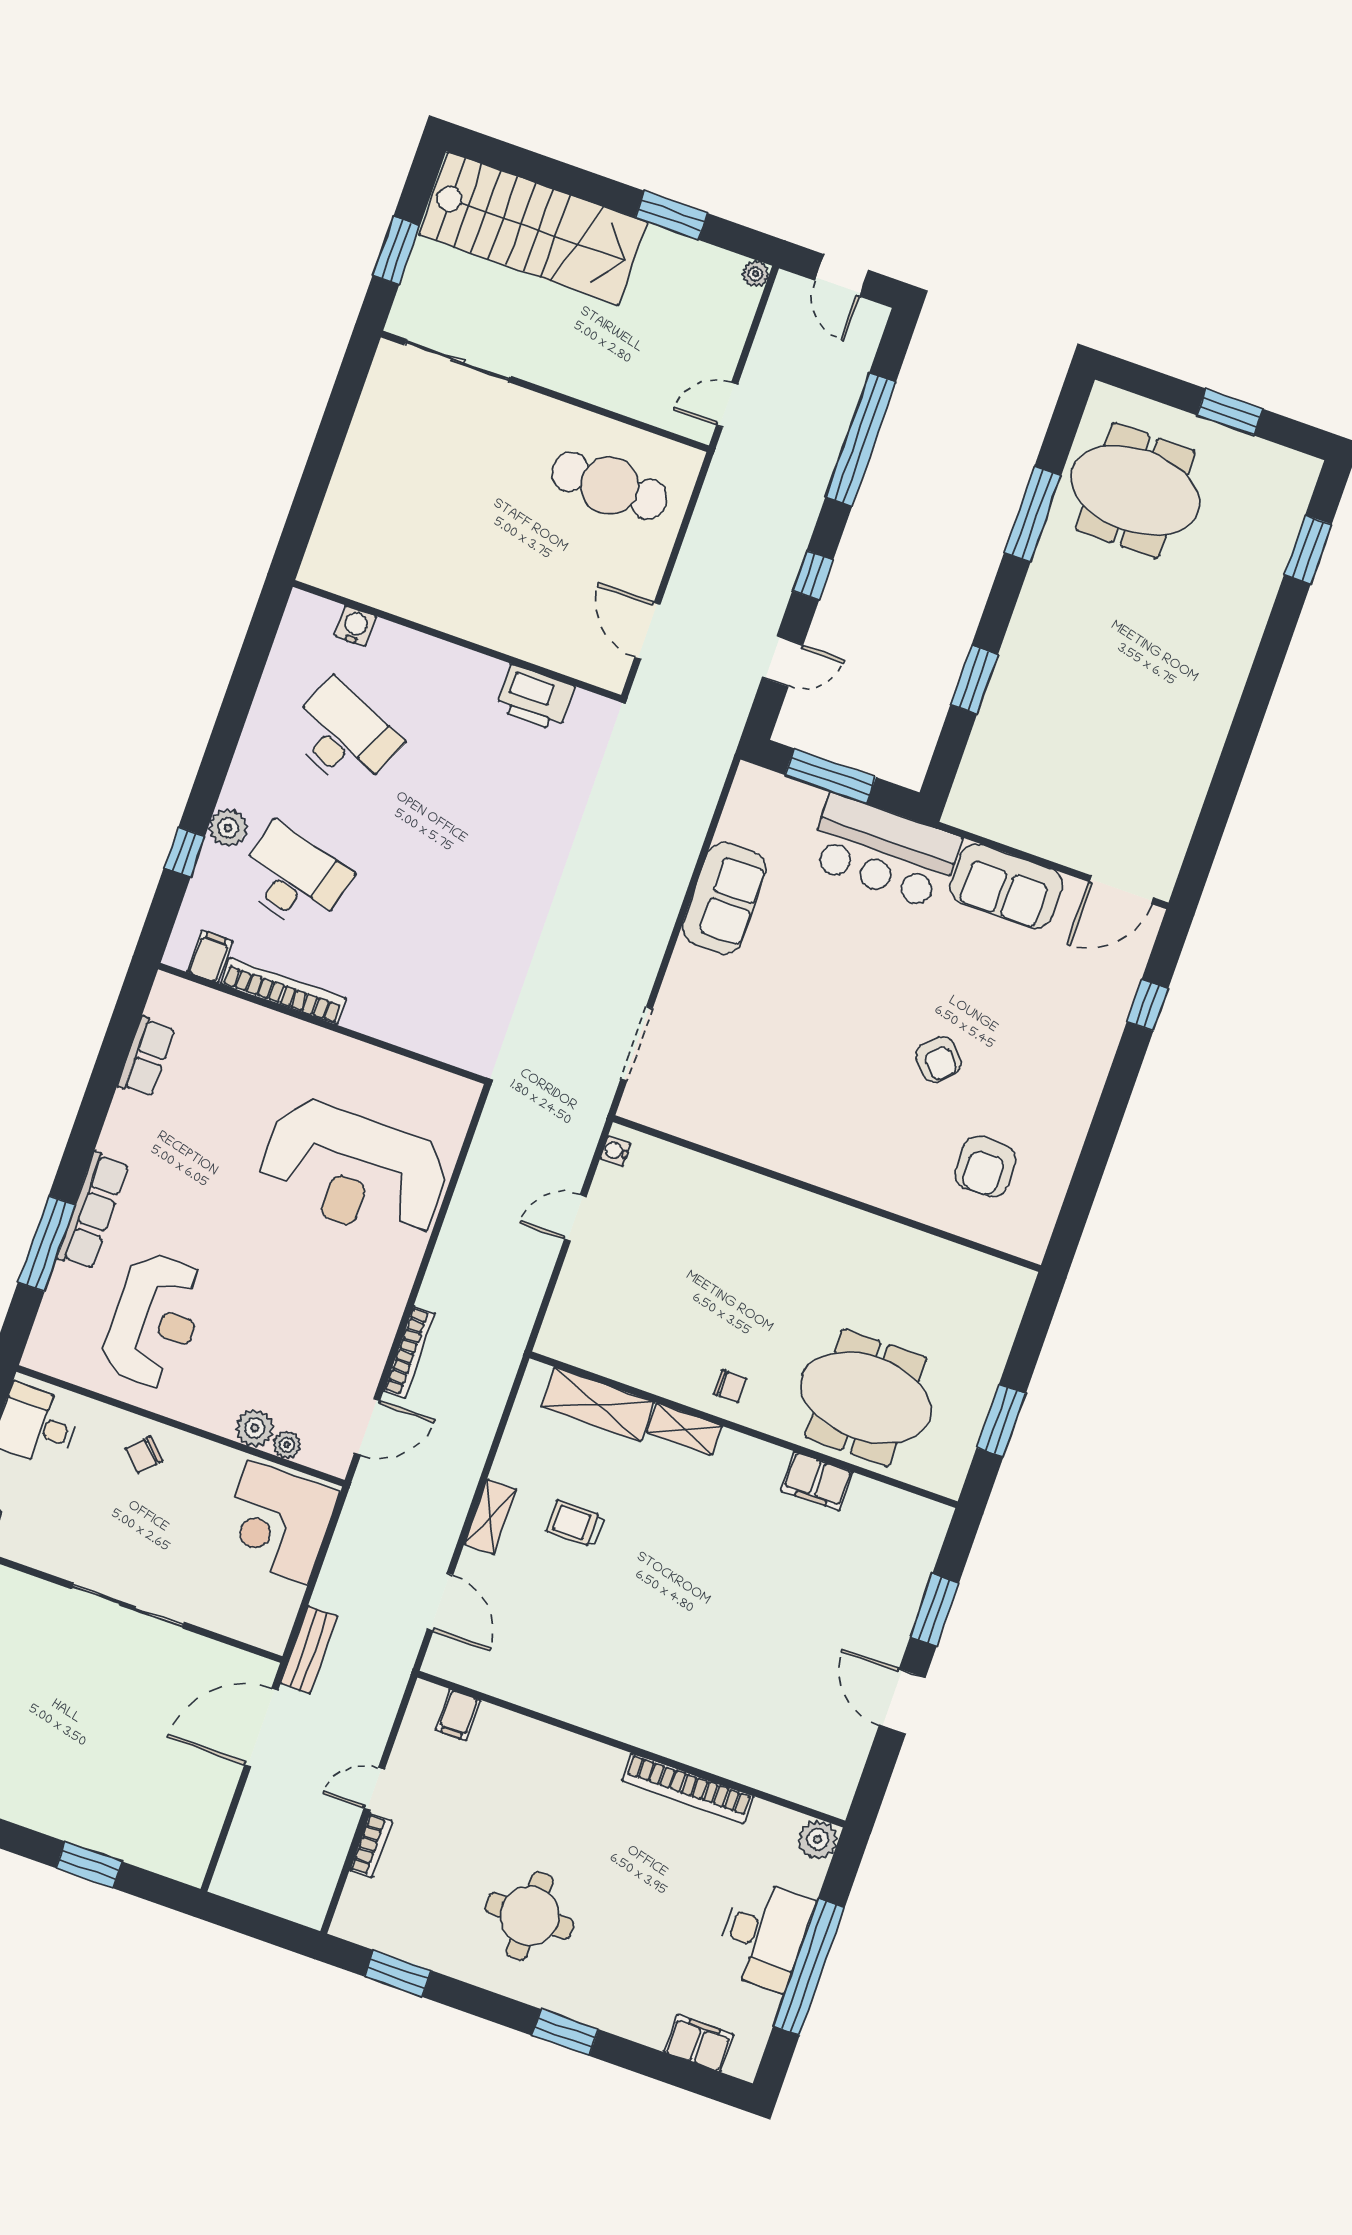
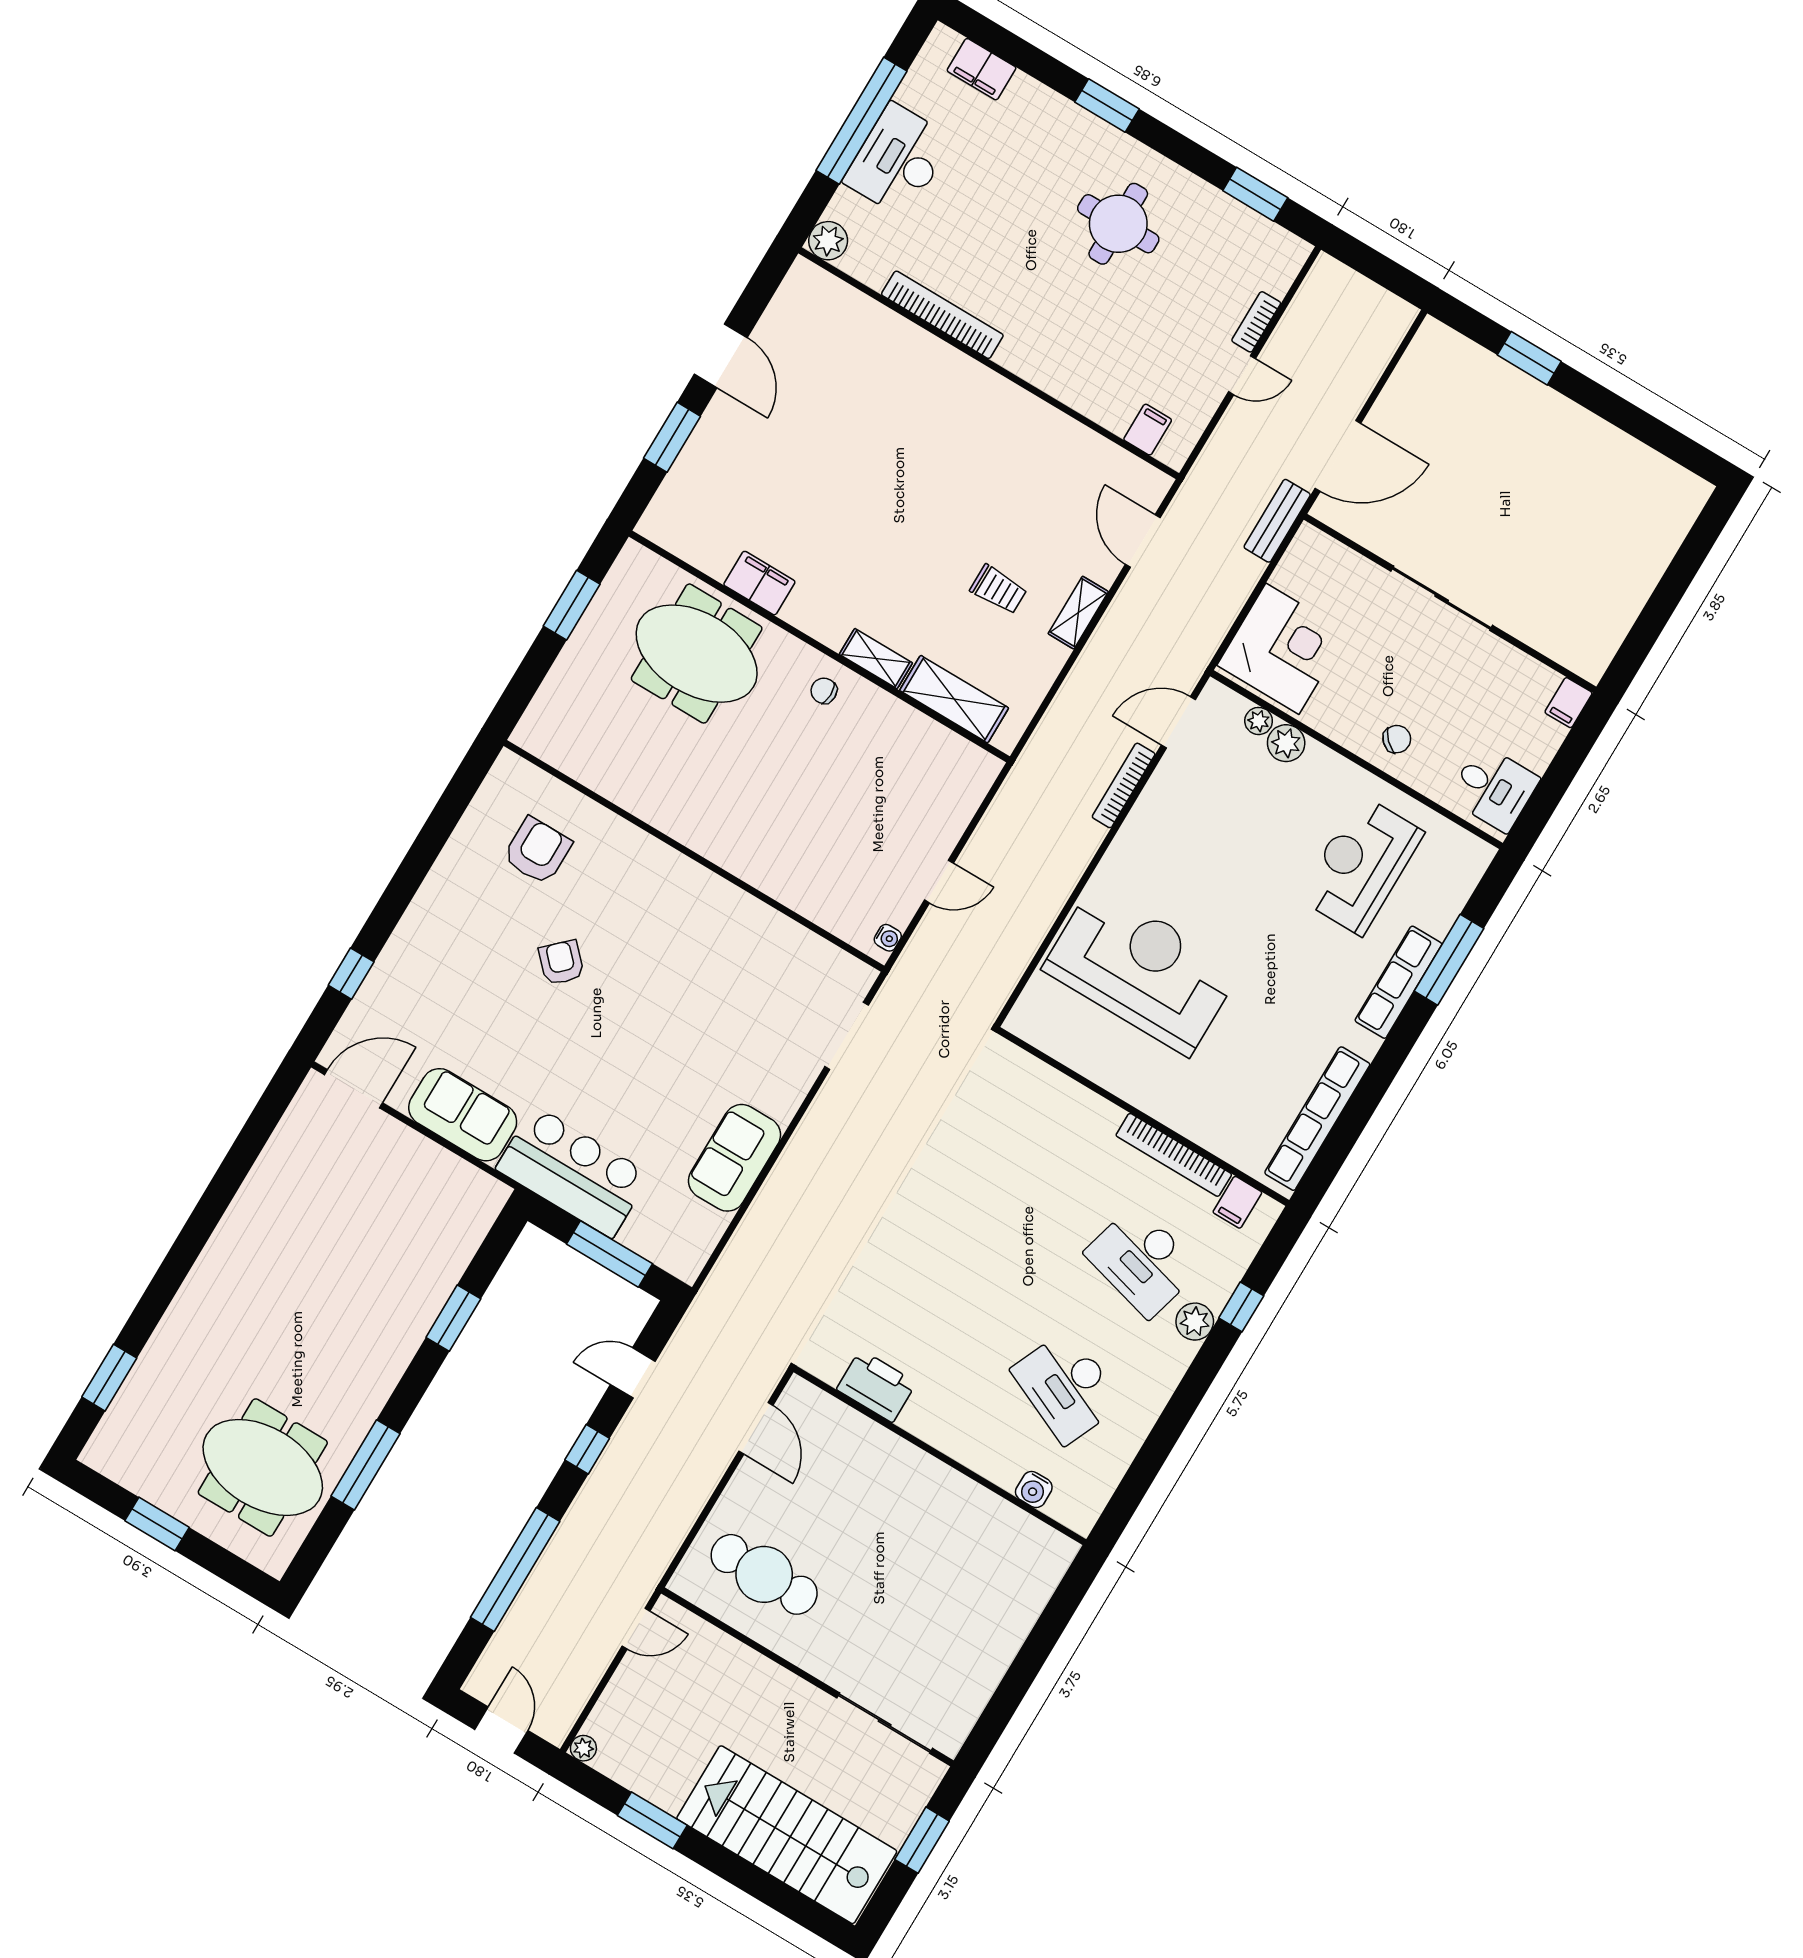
row of seats: (146, 1057) -> (1317, 1119), width x2.02

